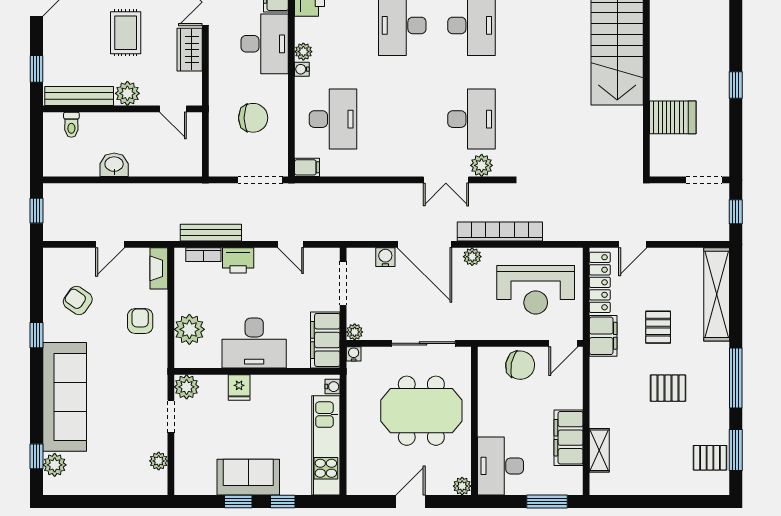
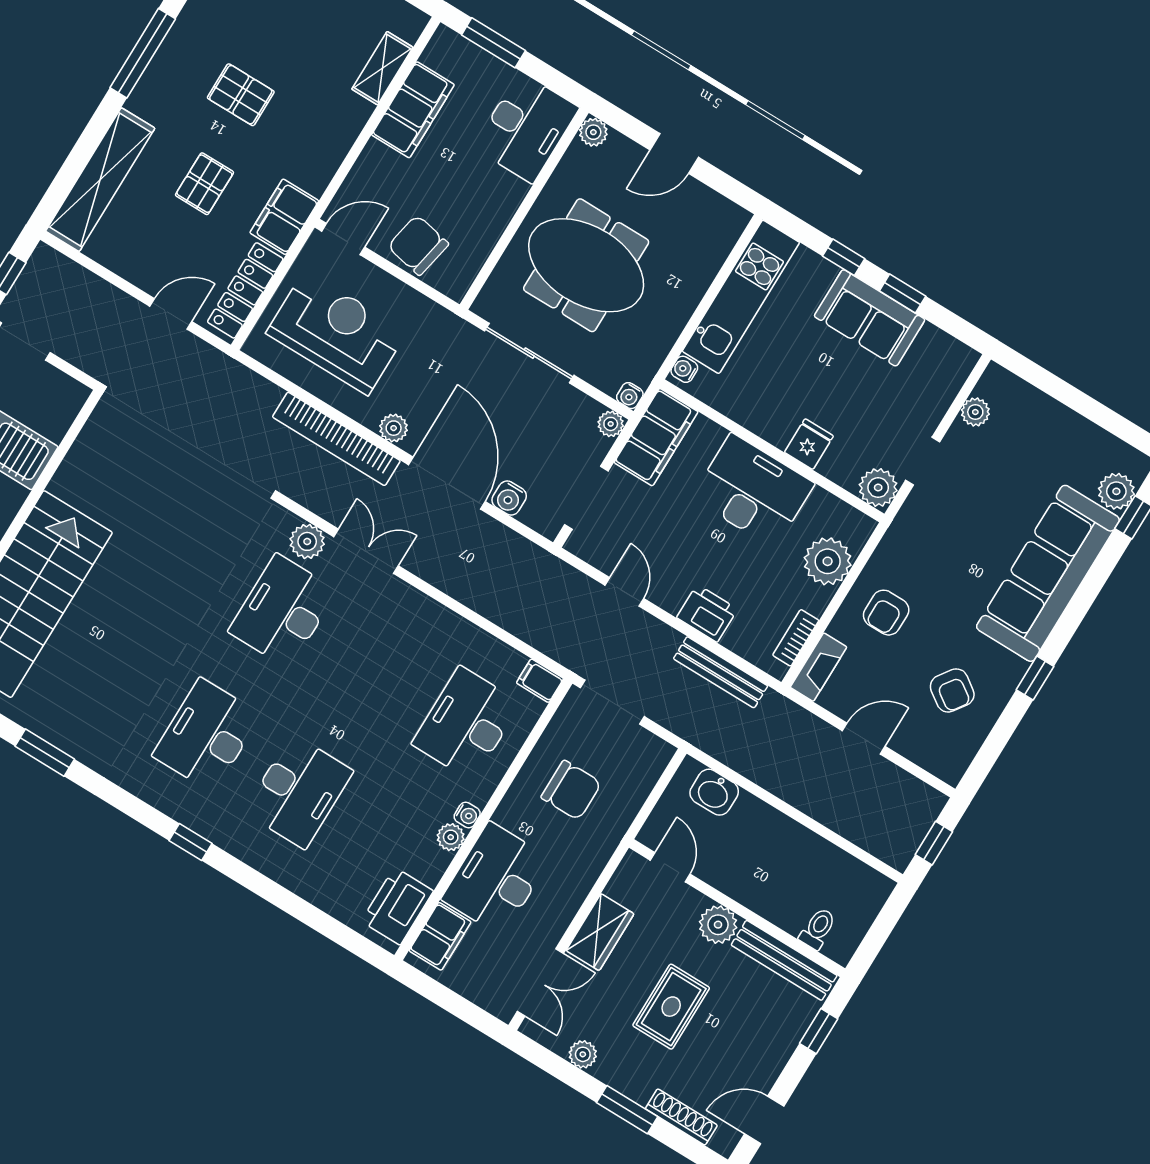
chair: (253, 118) -> (571, 790), turned 180
washbasin: (114, 165) -> (714, 792), moved
bookcase: (203, 255) -> (796, 638), moved, turned -90

